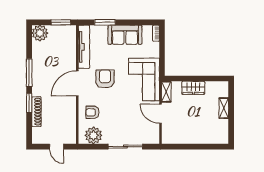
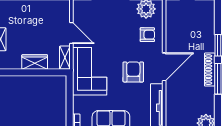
armchair: (105, 79) -> (133, 72), turned 180
shoe rack: (36, 112) -> (210, 70), moved

